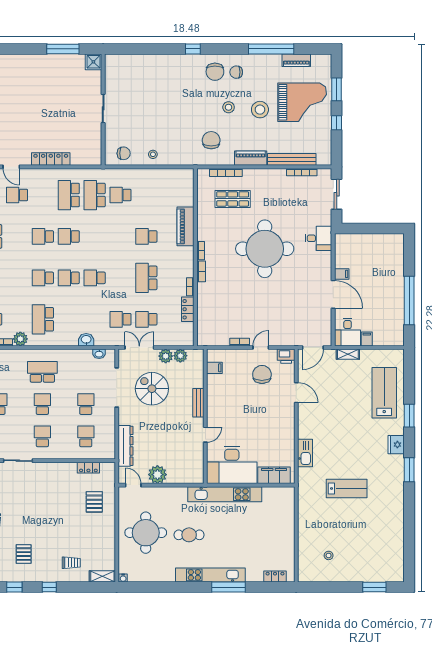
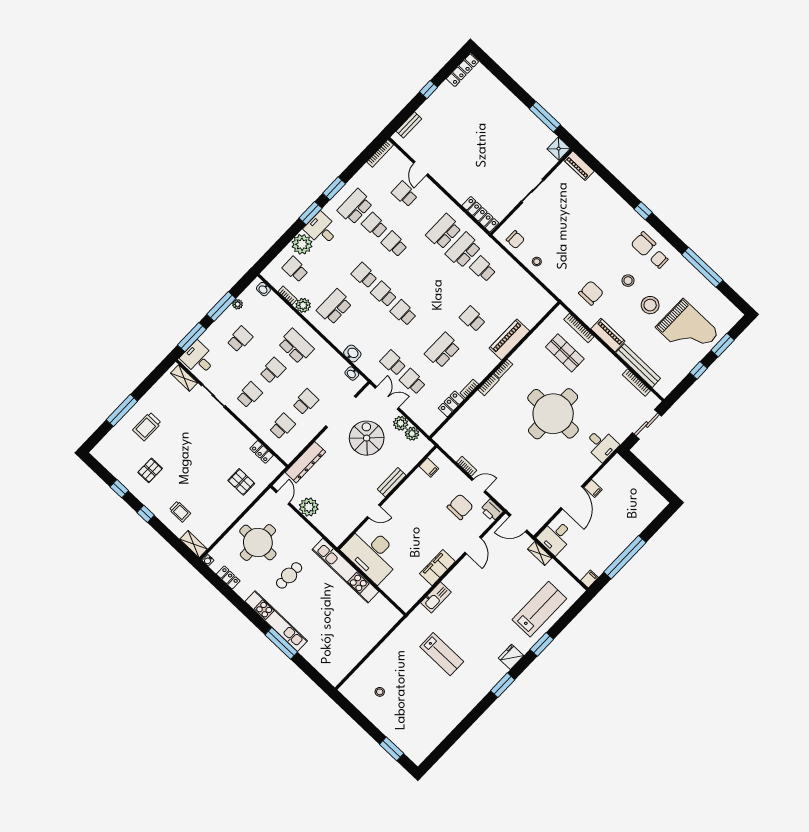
piano: (296, 60) -> (579, 166), moved
locker: (51, 159) -> (480, 214), moved
school desk: (69, 236) -> (375, 225), moved
filing cabinet: (367, 339) -> (589, 579), moved
filing cabinet: (274, 475) -> (437, 568), moved, turned -90
pallet: (94, 502) -> (241, 482), turned 90
cafe table: (189, 535) -> (289, 575), turned 90
locker: (275, 576) -> (228, 578), moved

